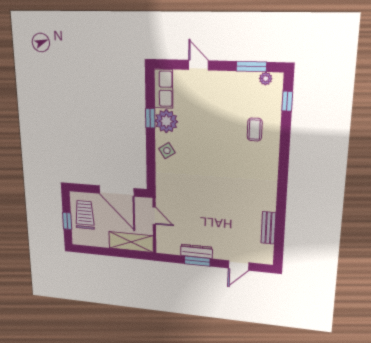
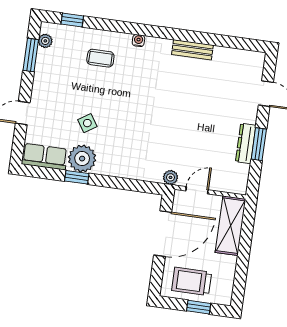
side table: (167, 151) -> (87, 123), moved
water cooler: (274, 161) -> (138, 41), added
plant: (161, 195) -> (170, 177), added
bench: (268, 228) -> (192, 50), moved

